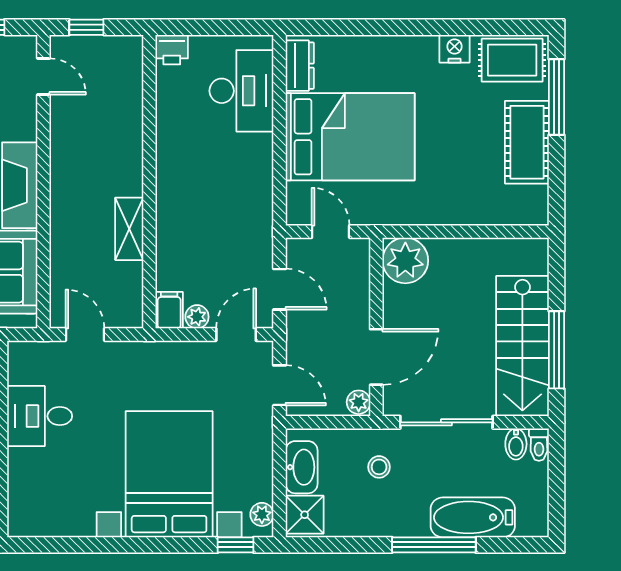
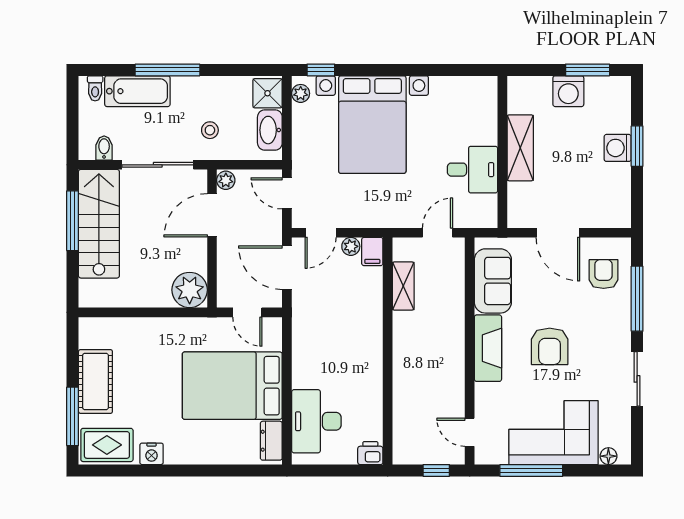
shelving: (129, 229) -> (403, 286), moved
door: (280, 289) -> (287, 268), width x1.38
door: (85, 334) -> (437, 233), swing flipped
toilet: (539, 445) -> (95, 88), moved, turned 180

